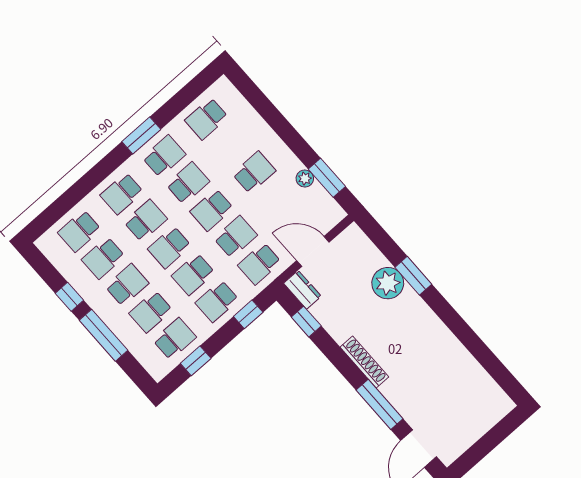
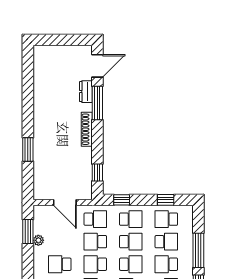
school desk: (212, 210) -> (95, 264), turned 180
plant: (388, 283) -> (43, 157), removed
dresser: (302, 290) -> (86, 92), moved

